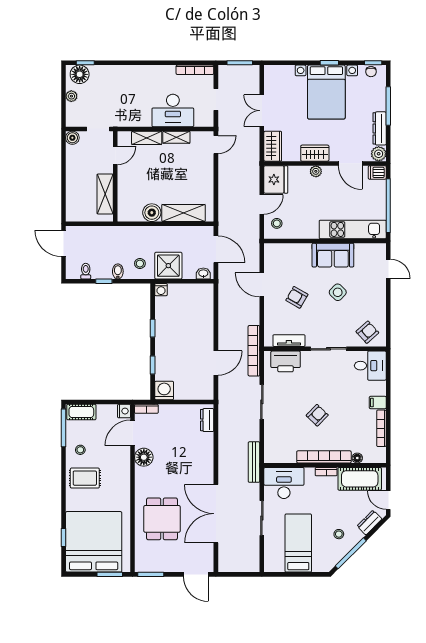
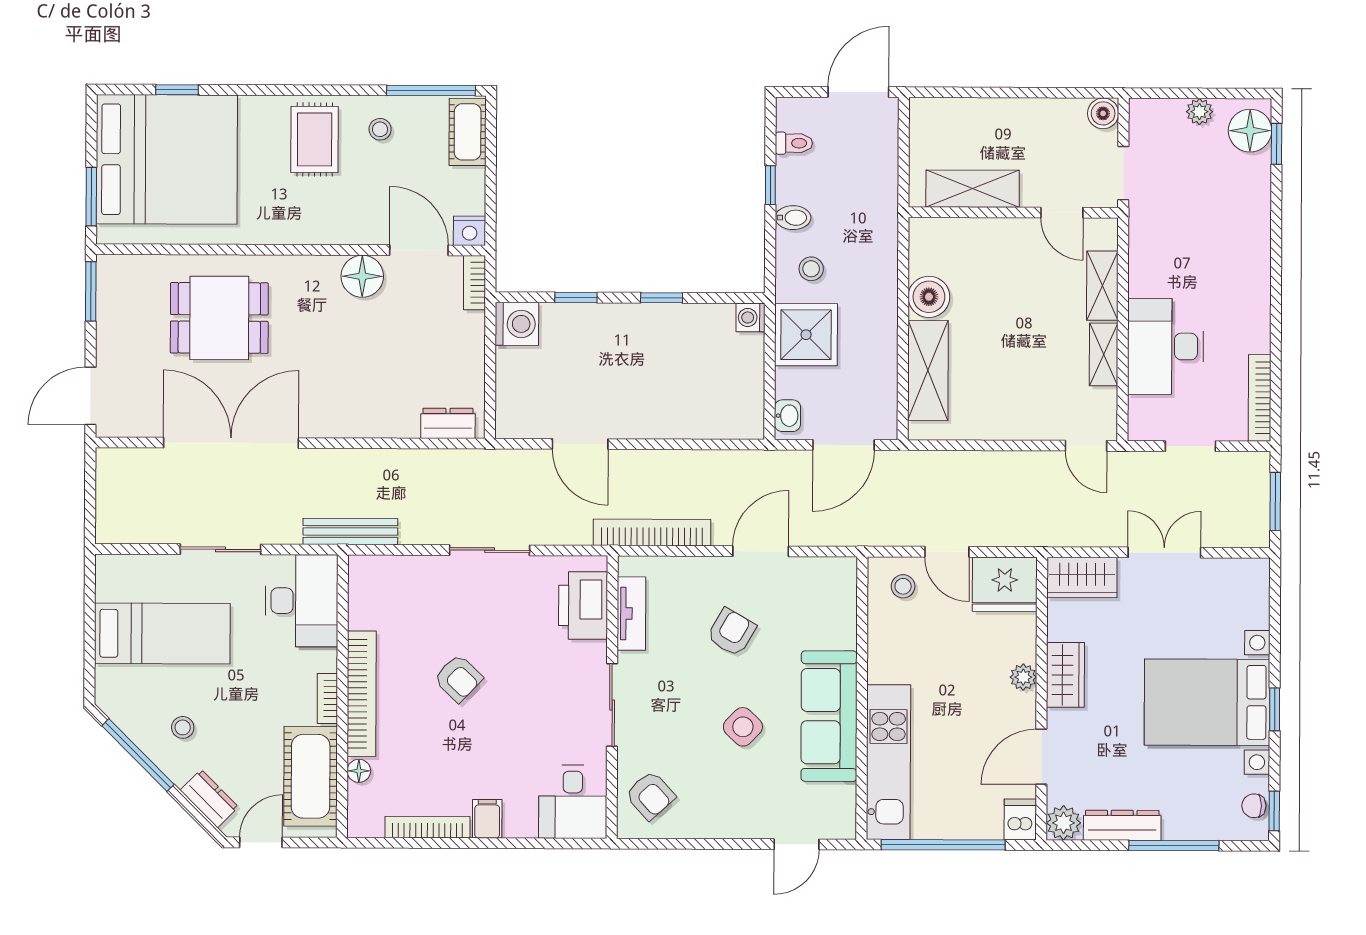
sofa: (333, 255) -> (829, 716), width x1.36
bookcase: (254, 351) -> (652, 532), moved

